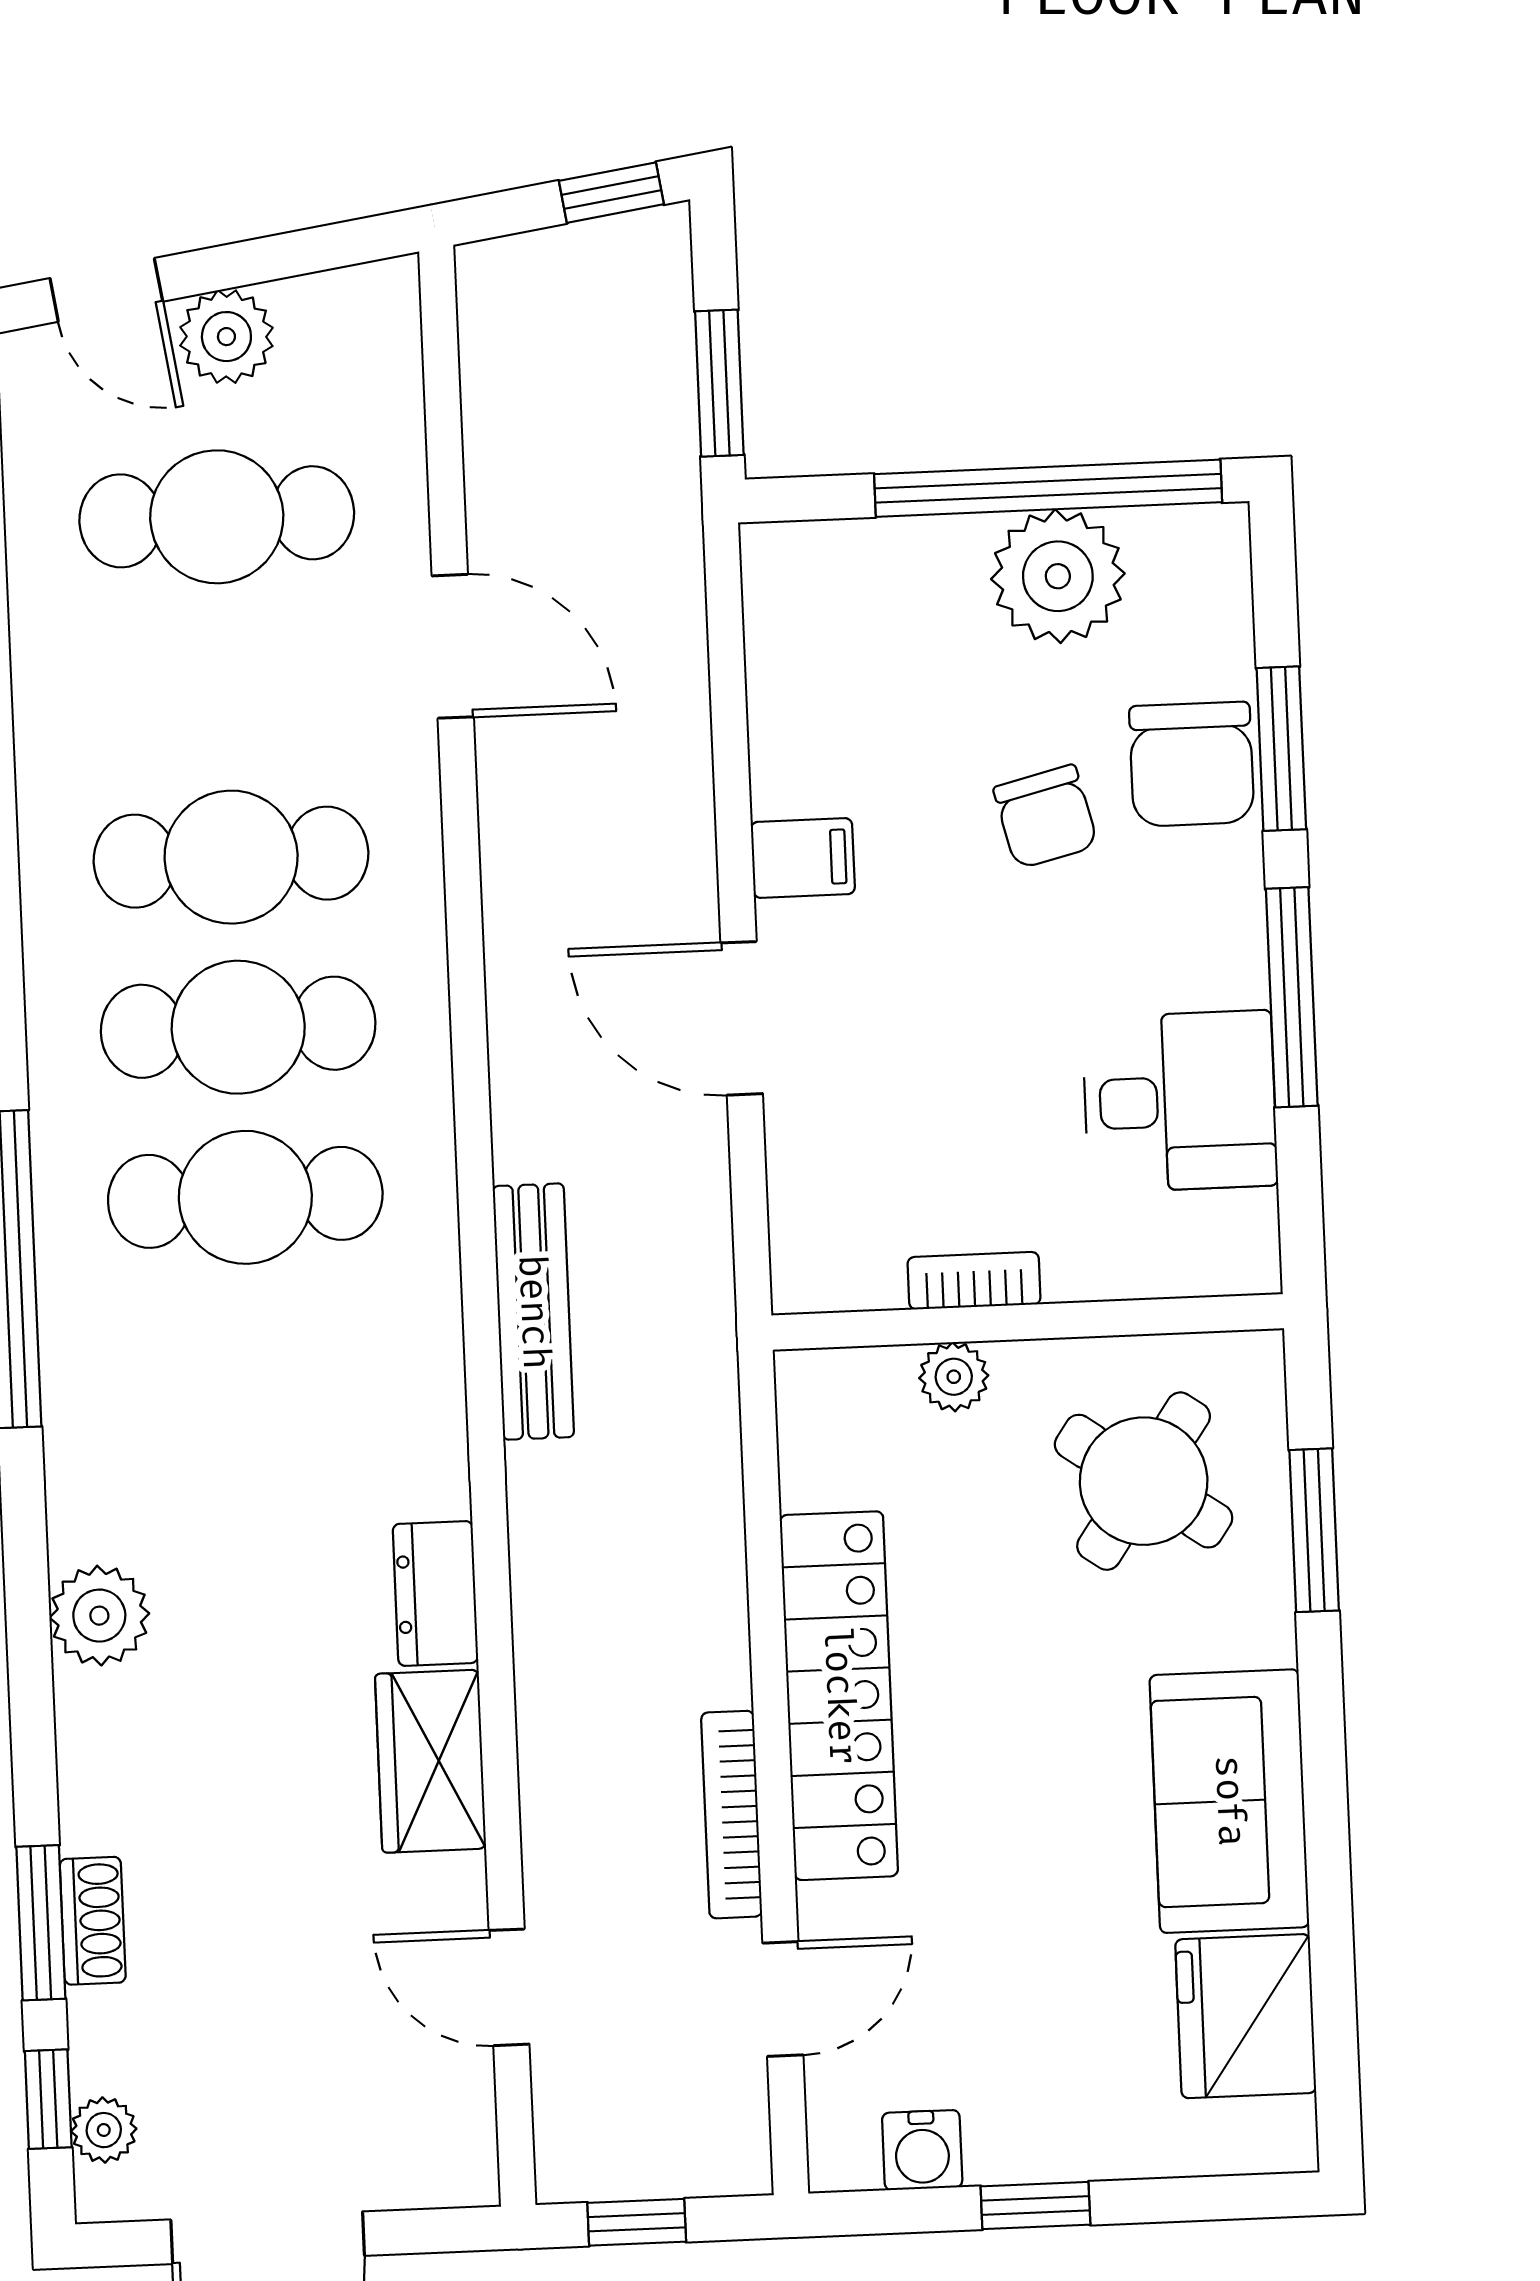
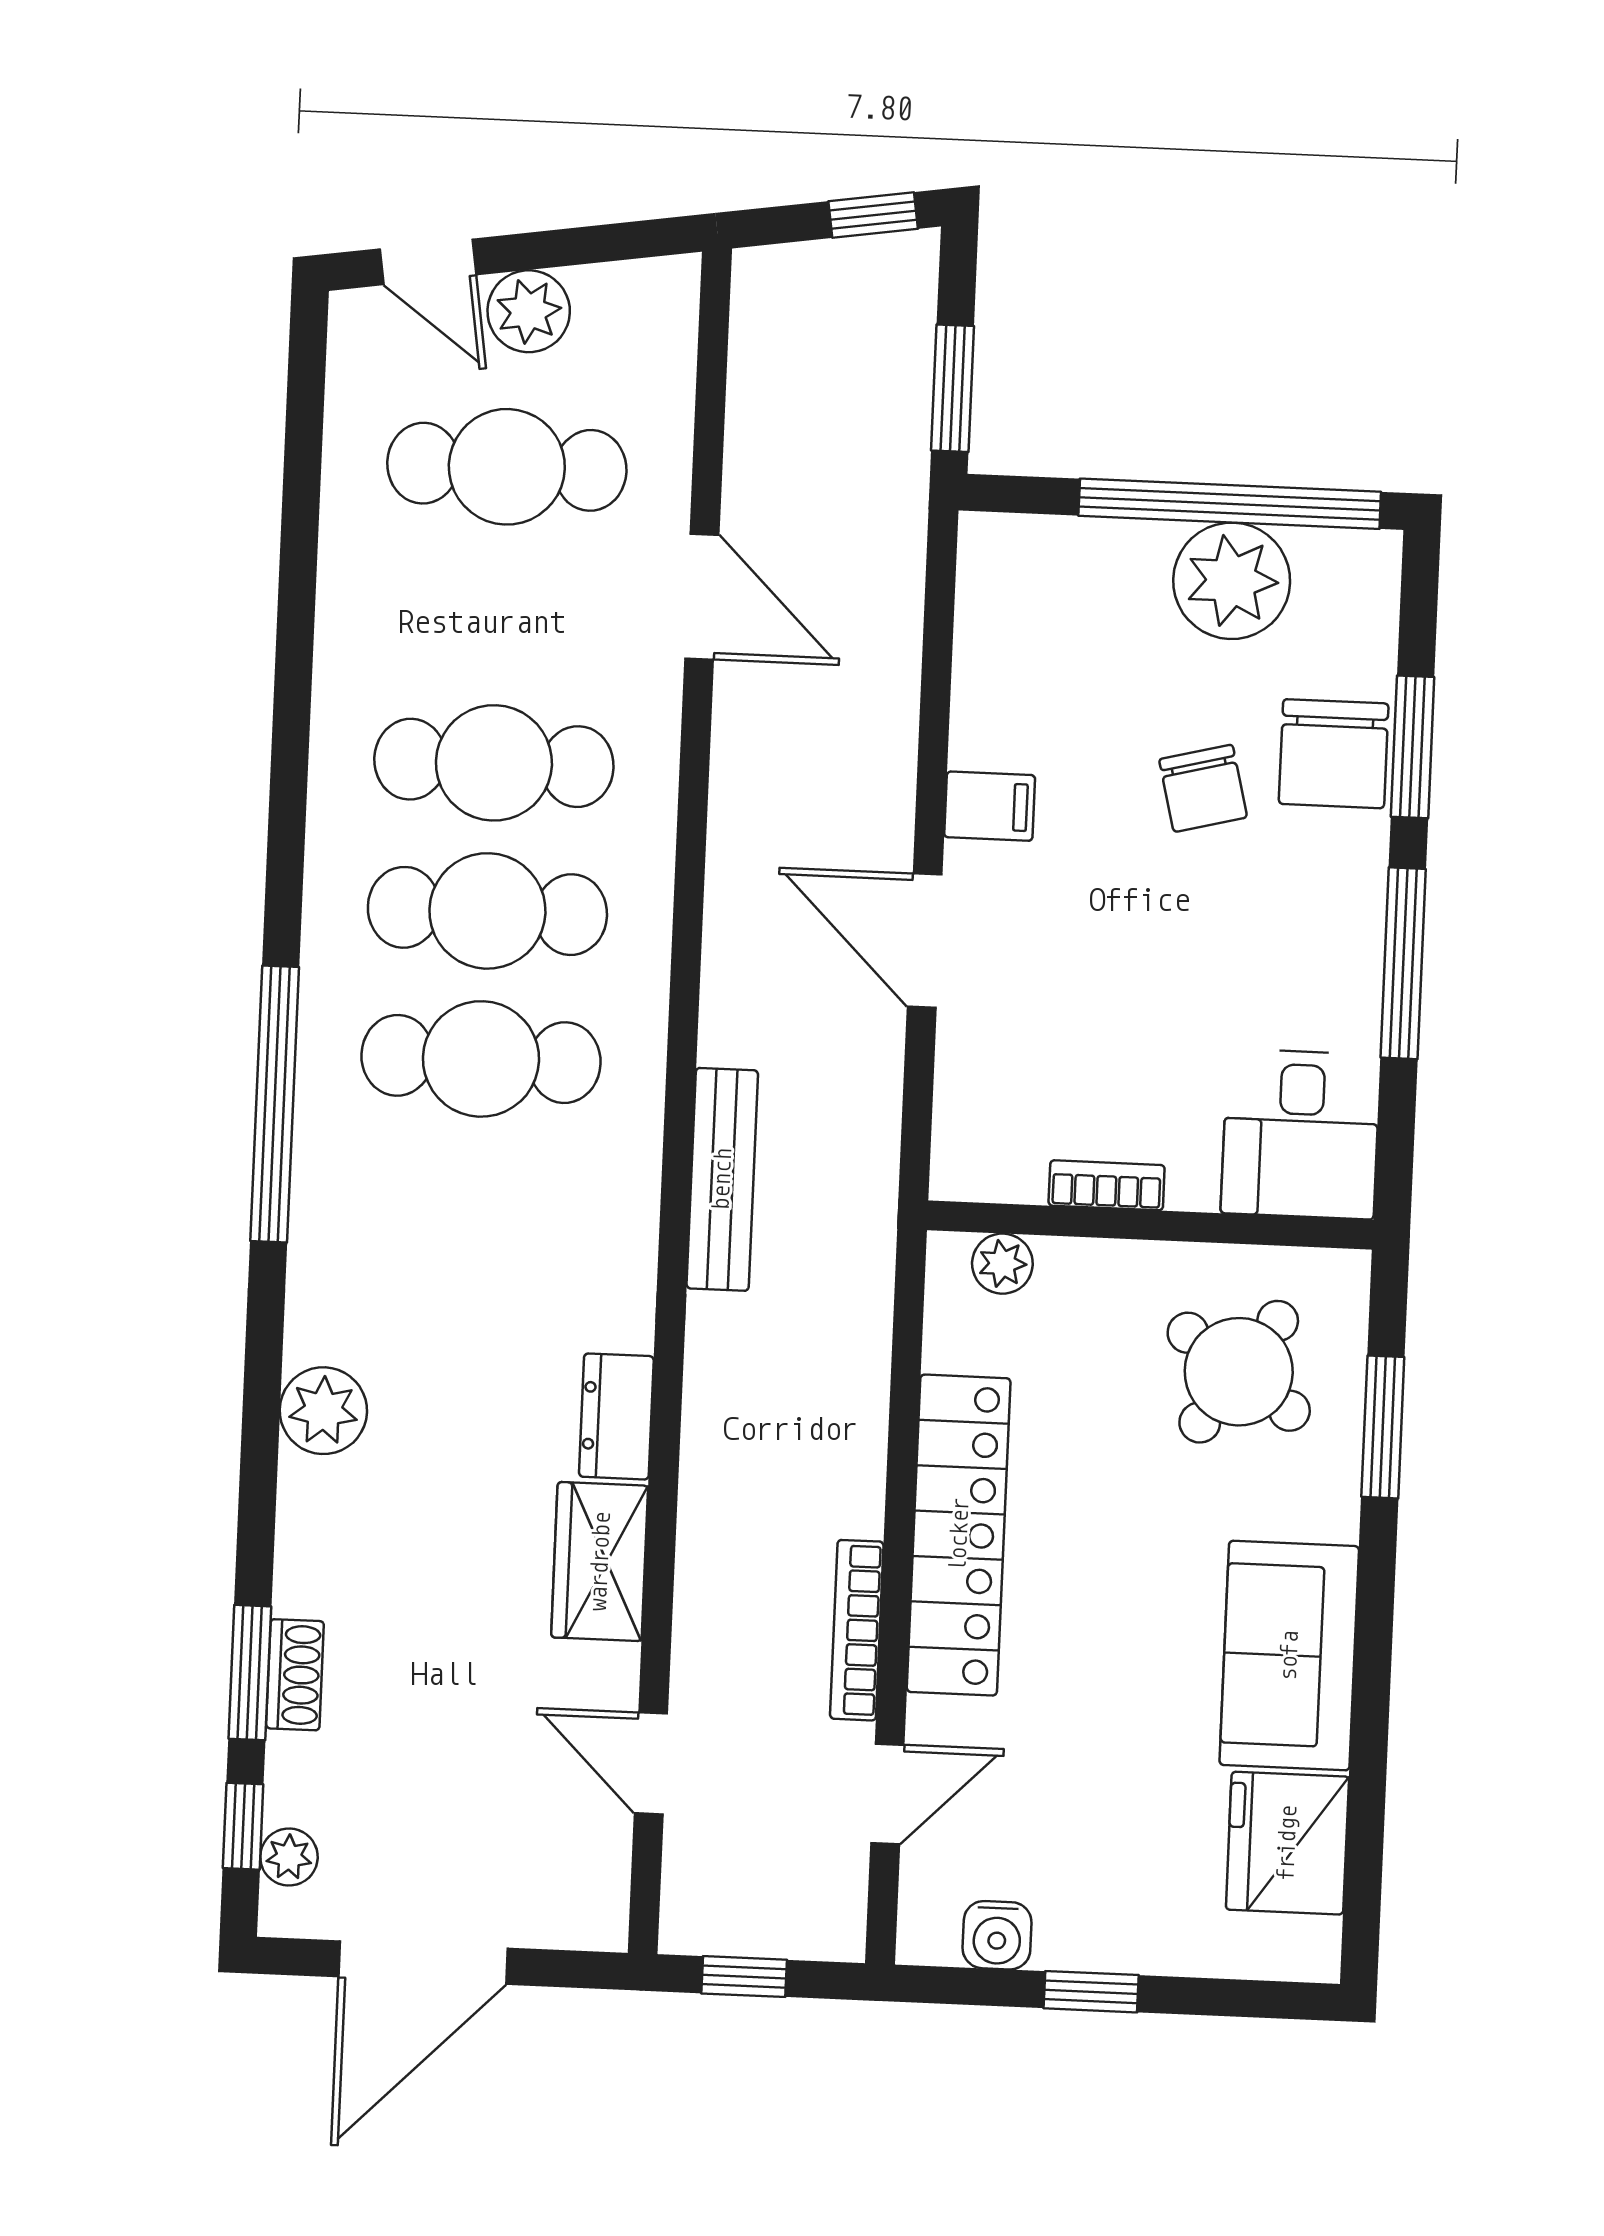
desk: (1180, 1101) -> (1301, 1134), moved, turned 90
plant: (954, 1377) -> (1002, 1264), moved

